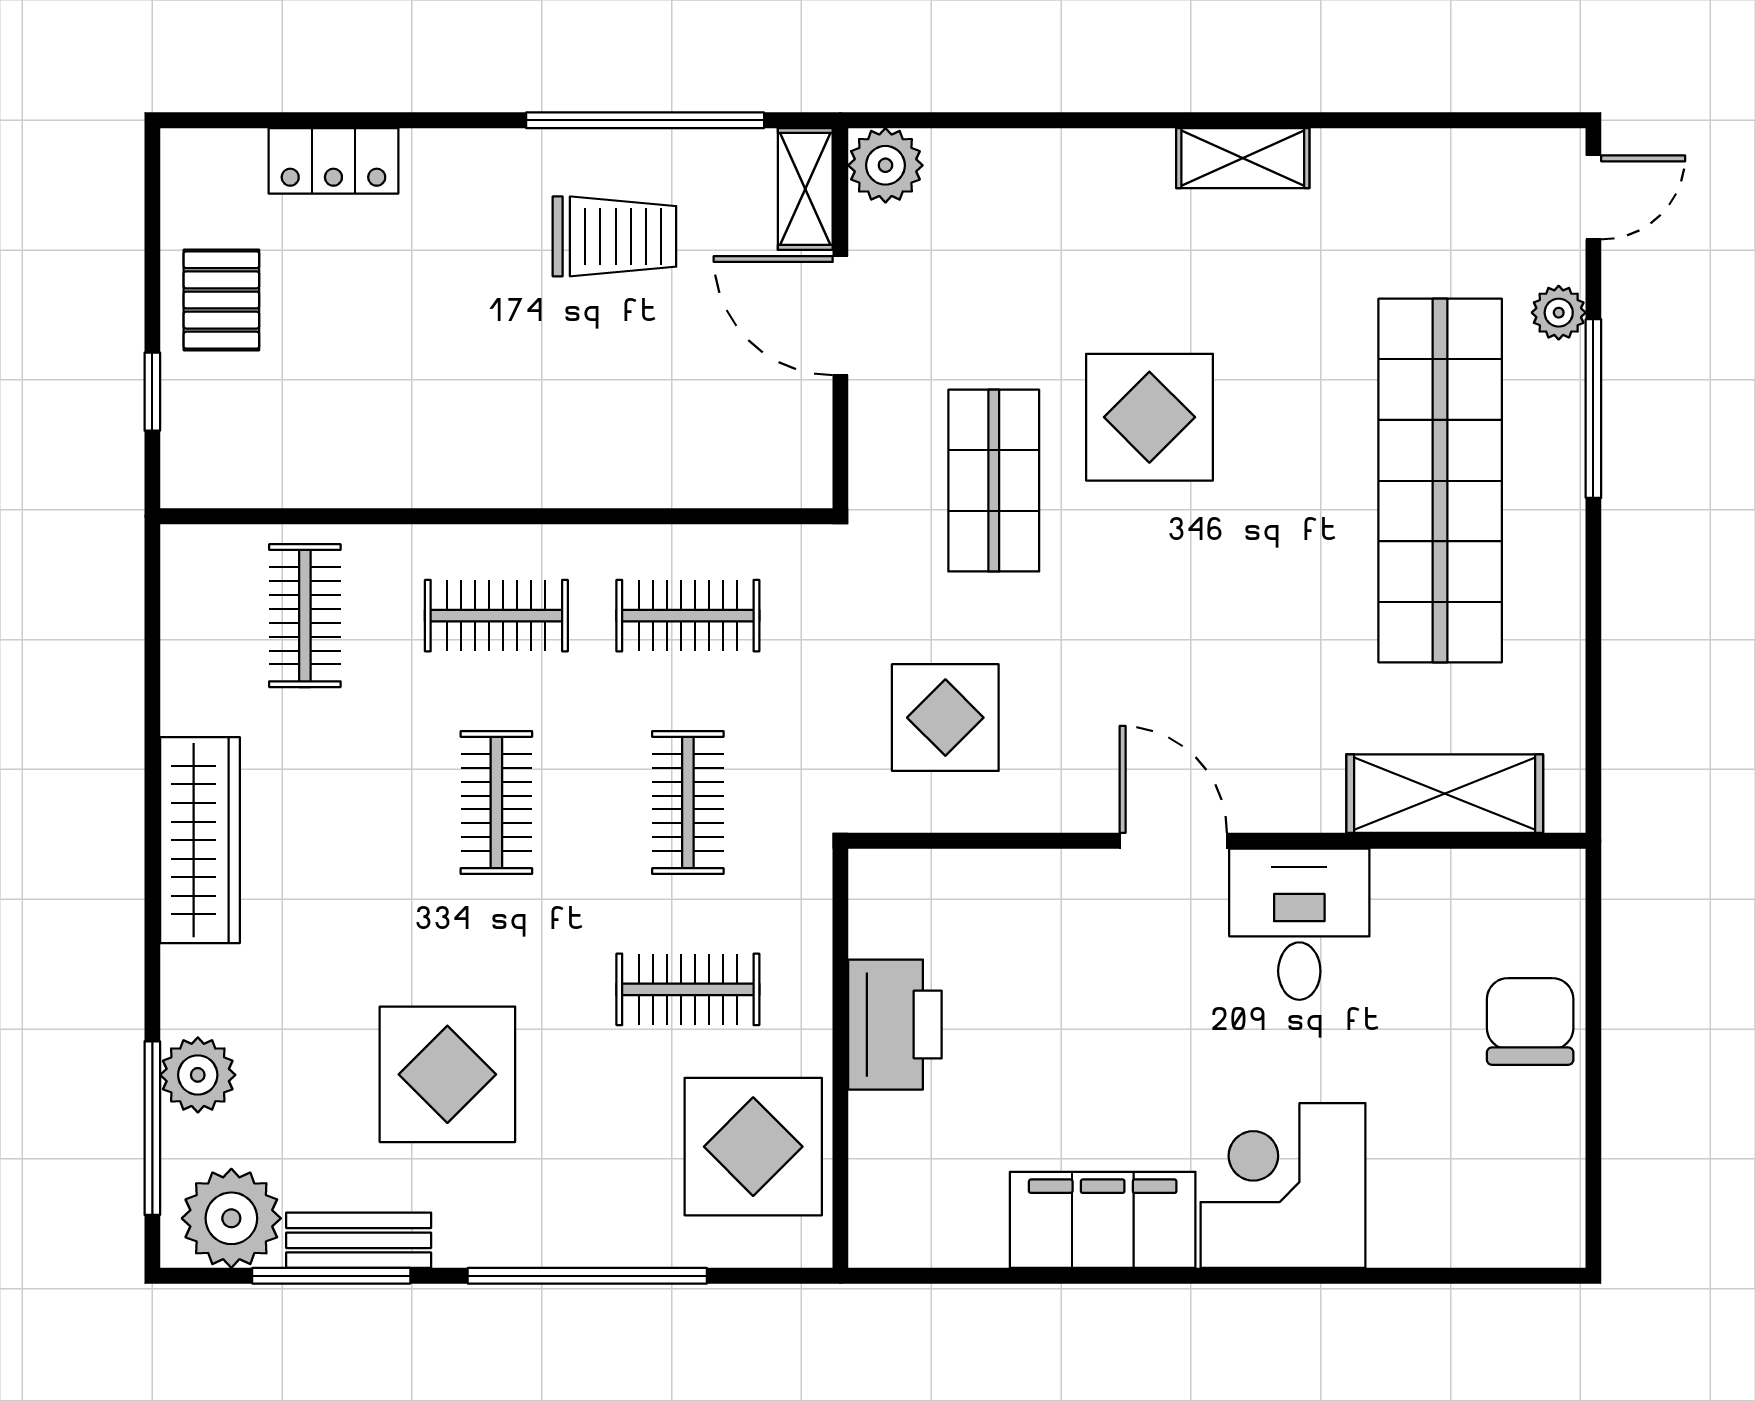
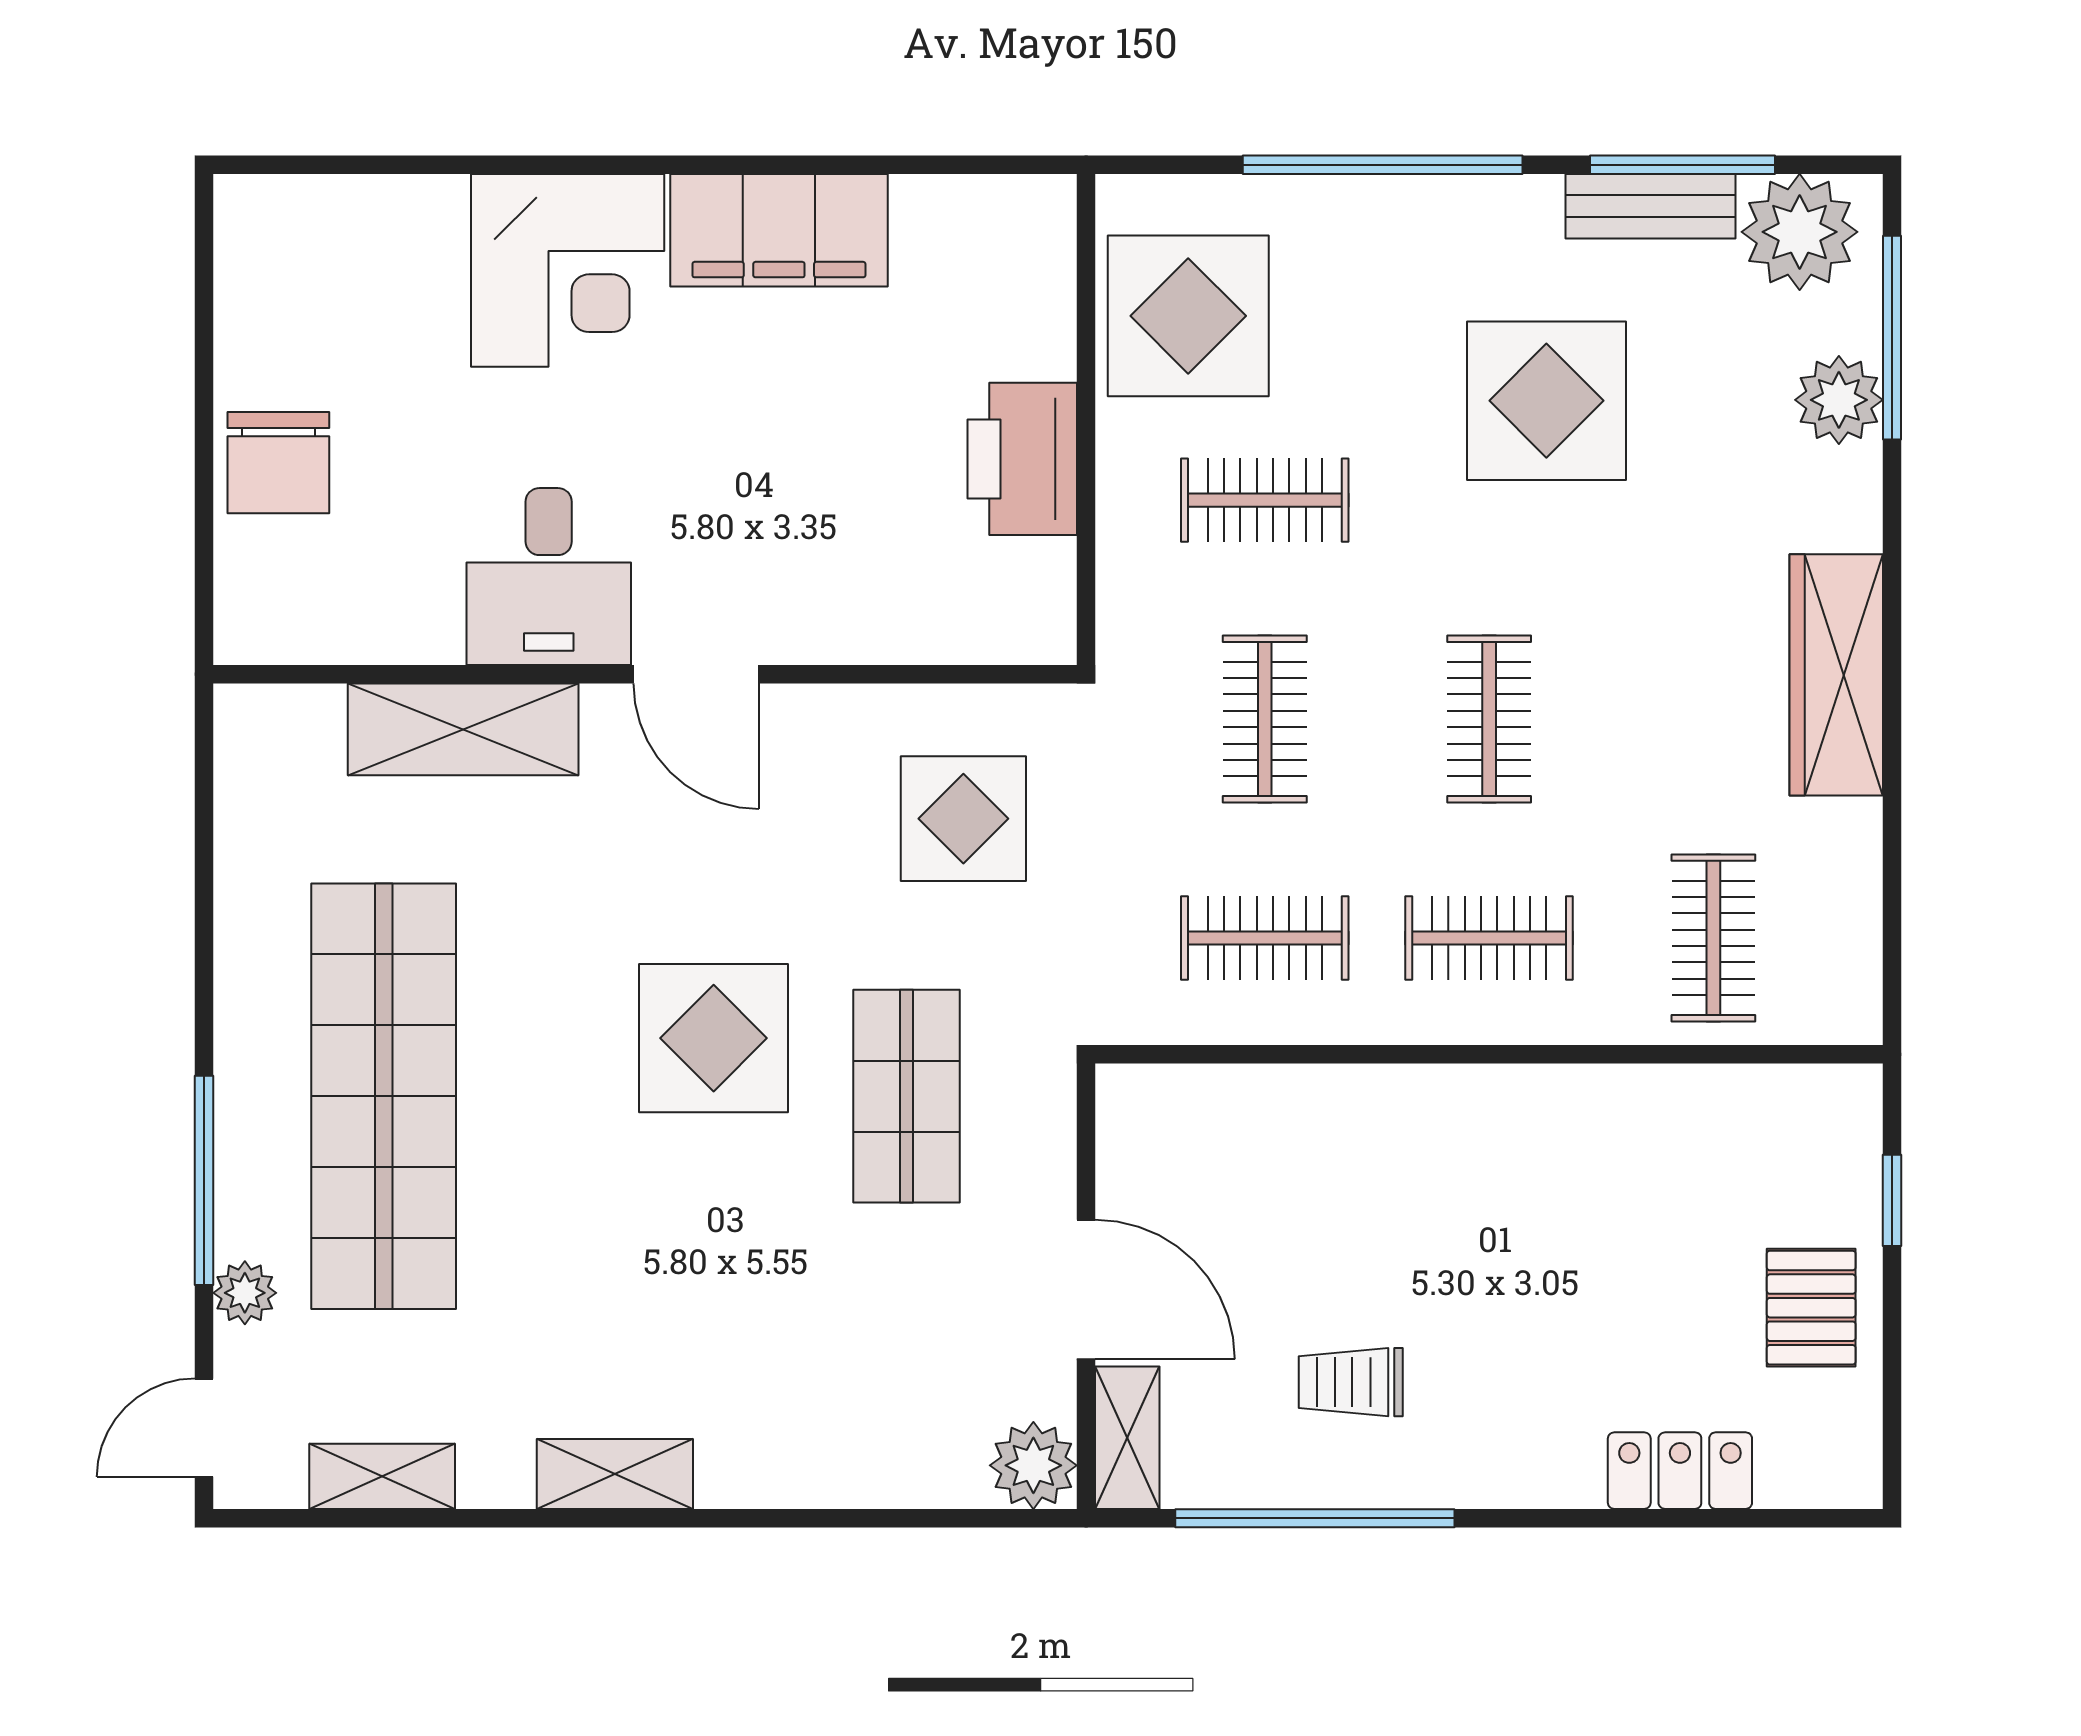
shelving: (1441, 156) -> (382, 1476), added
trolley: (614, 236) -> (1351, 1382), width x0.73, depth x0.72
display table: (1149, 417) -> (714, 1038), moved
shelving: (1445, 794) -> (463, 729), moved

